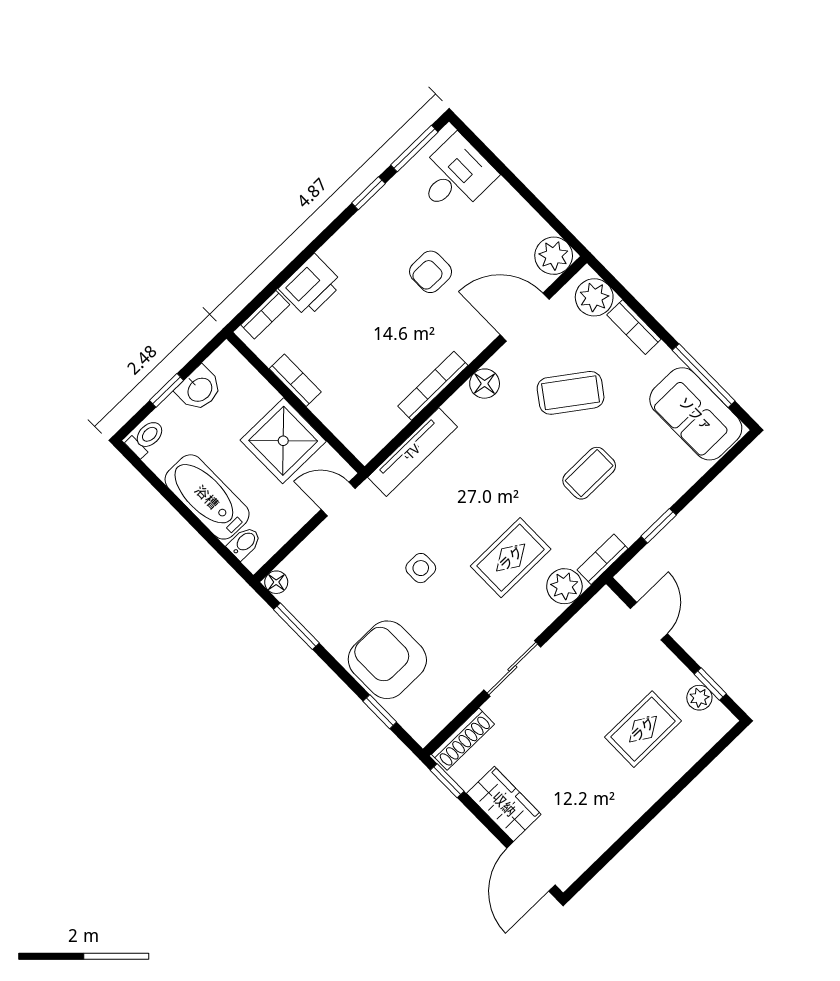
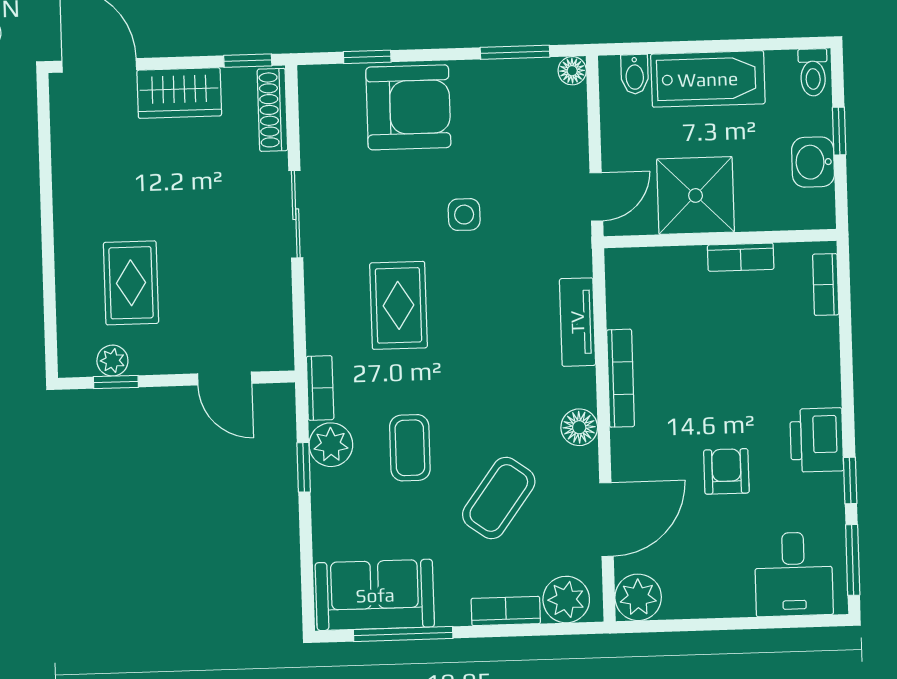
printer: (311, 286) -> (817, 440), moved
tv unit: (413, 452) -> (577, 322), width x0.71
plant: (564, 586) -> (331, 445), moved

